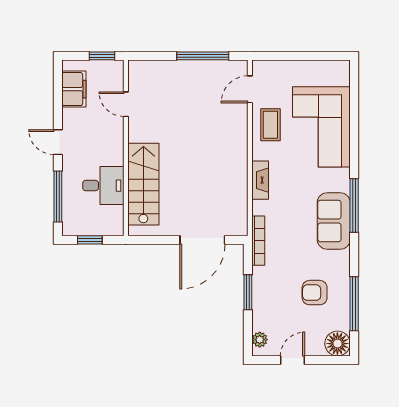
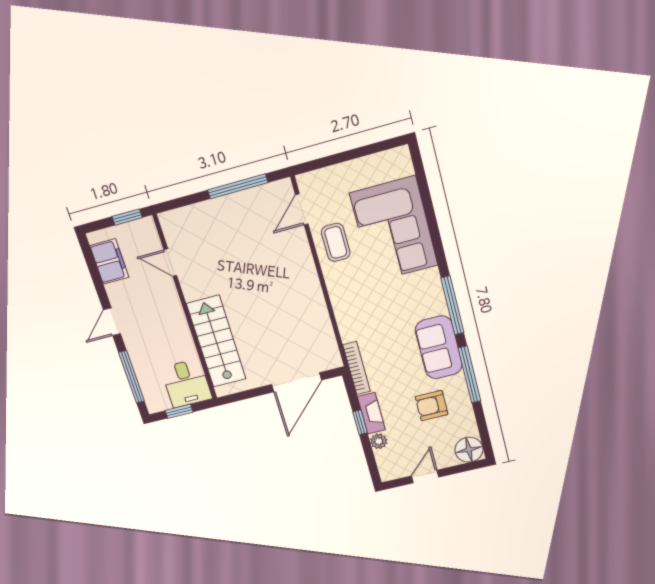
door: (58, 142) -> (112, 322), hinge flipped
fireplace: (260, 180) -> (371, 413), moved
desk: (103, 186) -> (186, 383), moved, turned 90
sofa: (334, 221) -> (439, 347), moved
window: (248, 292) -> (360, 422), width x0.67
window: (354, 304) -> (469, 375), moved
plant: (260, 340) -> (379, 441), moved

